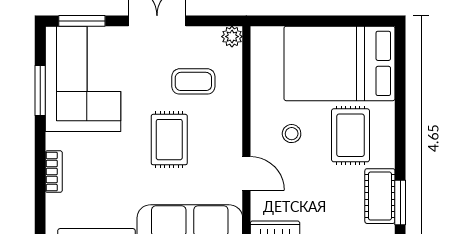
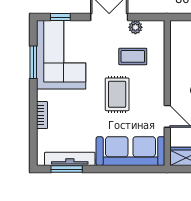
window: (82, 21) -> (60, 17), width x0.67
plant: (232, 37) -> (135, 27), moved

